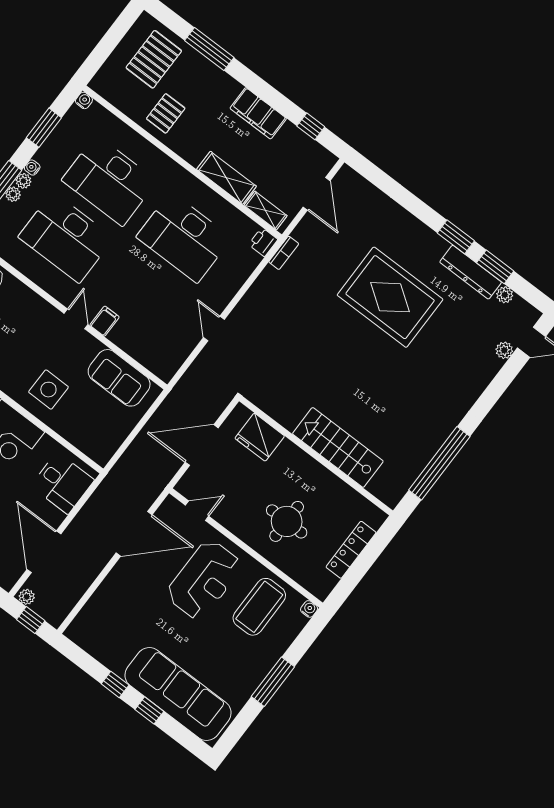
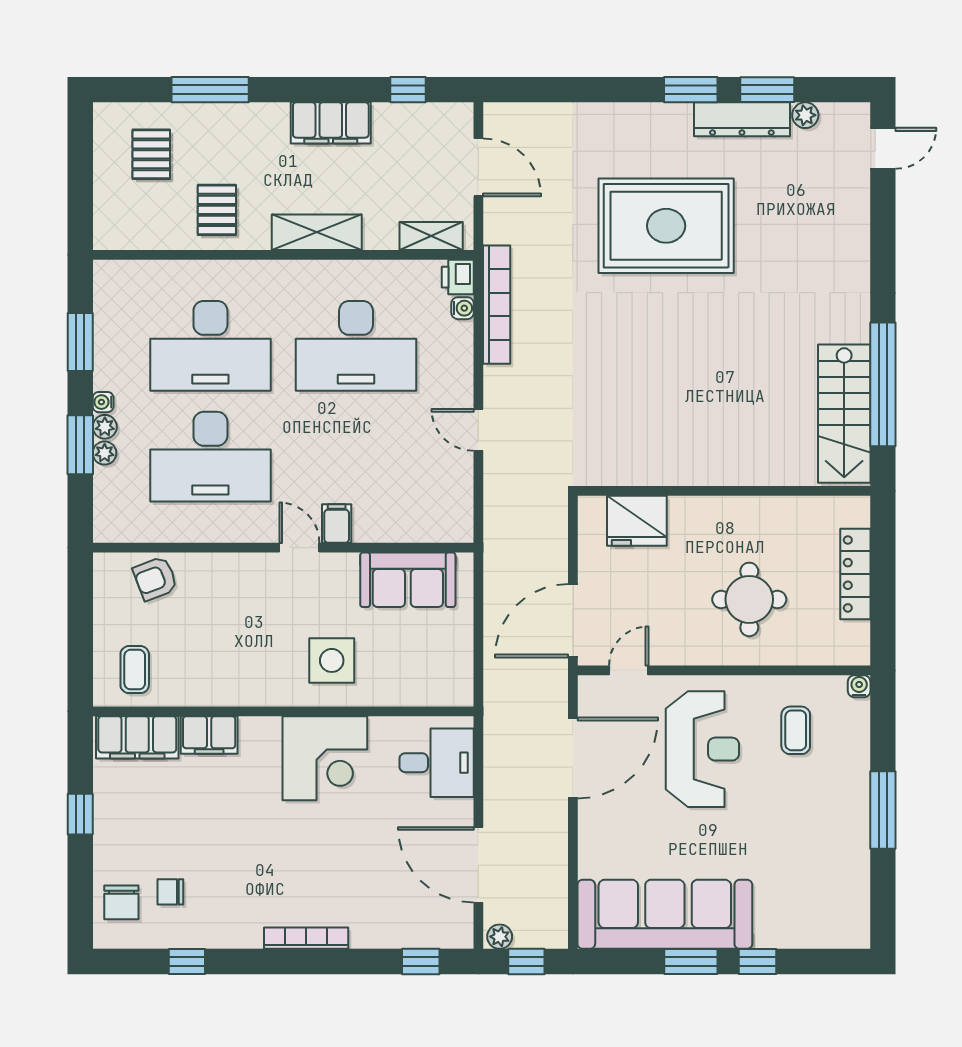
pallet: (154, 59) -> (151, 154), width x0.67, depth x0.71
water cooler: (84, 100) -> (463, 308), moved, turned 90
shelving: (226, 178) -> (317, 232), moved
bookcase: (284, 253) -> (497, 305), width x2.31, depth x1.31
plant: (504, 350) -> (857, 184), removed
door: (202, 445) -> (573, 621), moved
stairs: (338, 447) -> (844, 414), moved, turned -90
coffee table: (259, 607) -> (796, 730), width x0.54, depth x0.58
window: (115, 684) -> (691, 962), width x1.50
sofa: (178, 694) -> (665, 914), moved

